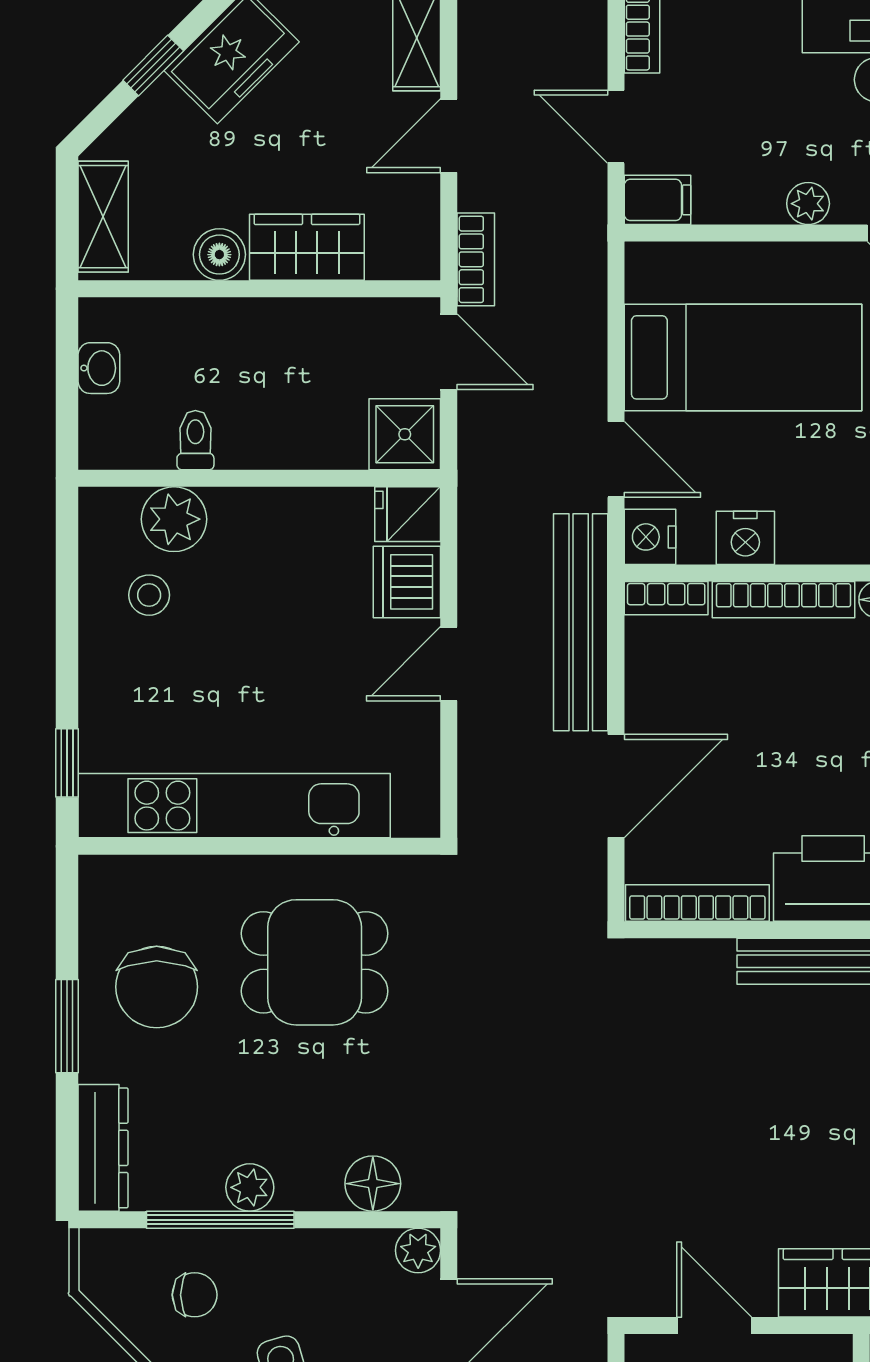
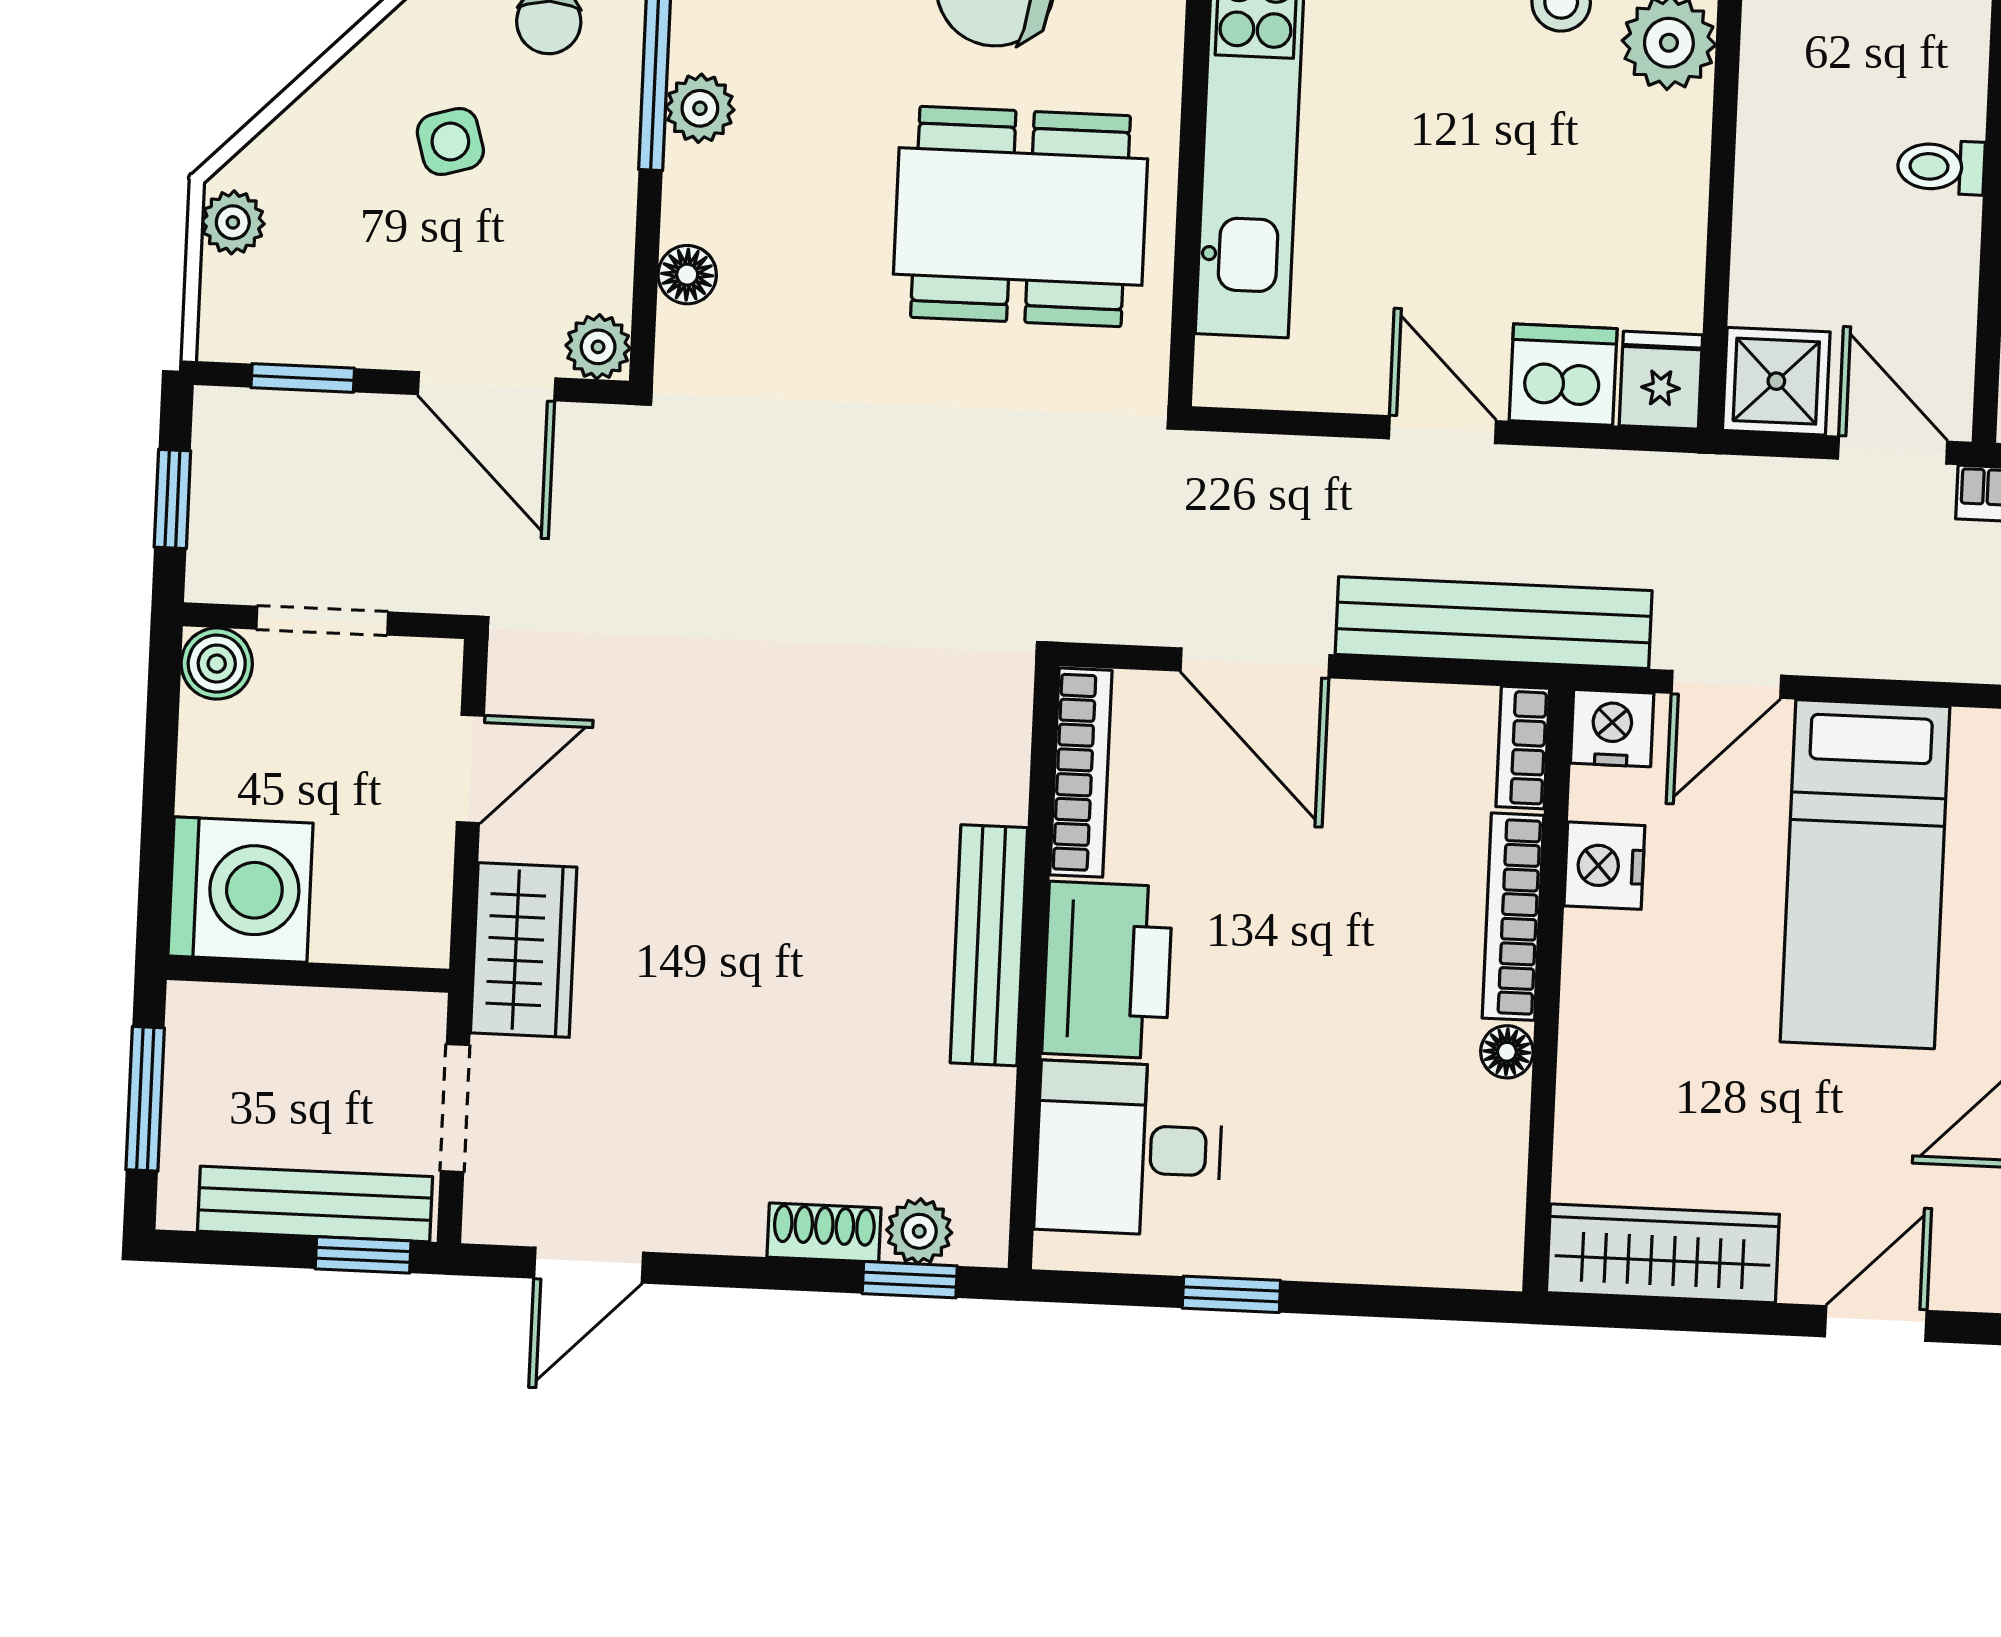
door: (449, 352) -> (1893, 450), swing flipped
toilet: (195, 440) -> (1941, 167), moved, turned 180
dining table: (315, 962) -> (1020, 216), width x1.37
floor lamp: (373, 1184) -> (687, 275), width x0.73, depth x0.73

